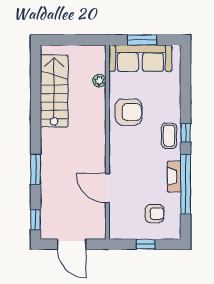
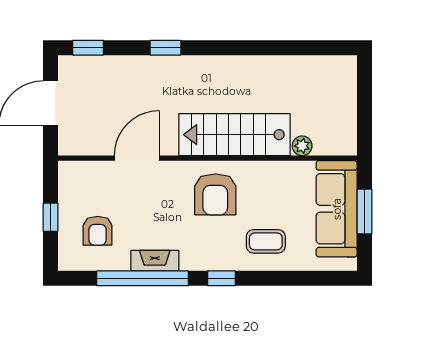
stairs: (54, 91) -> (235, 135), moved, turned 180
armchair: (129, 112) -> (215, 194), moved
coffee table: (169, 136) -> (266, 241), moved
window: (36, 169) -> (165, 48), width x0.67

